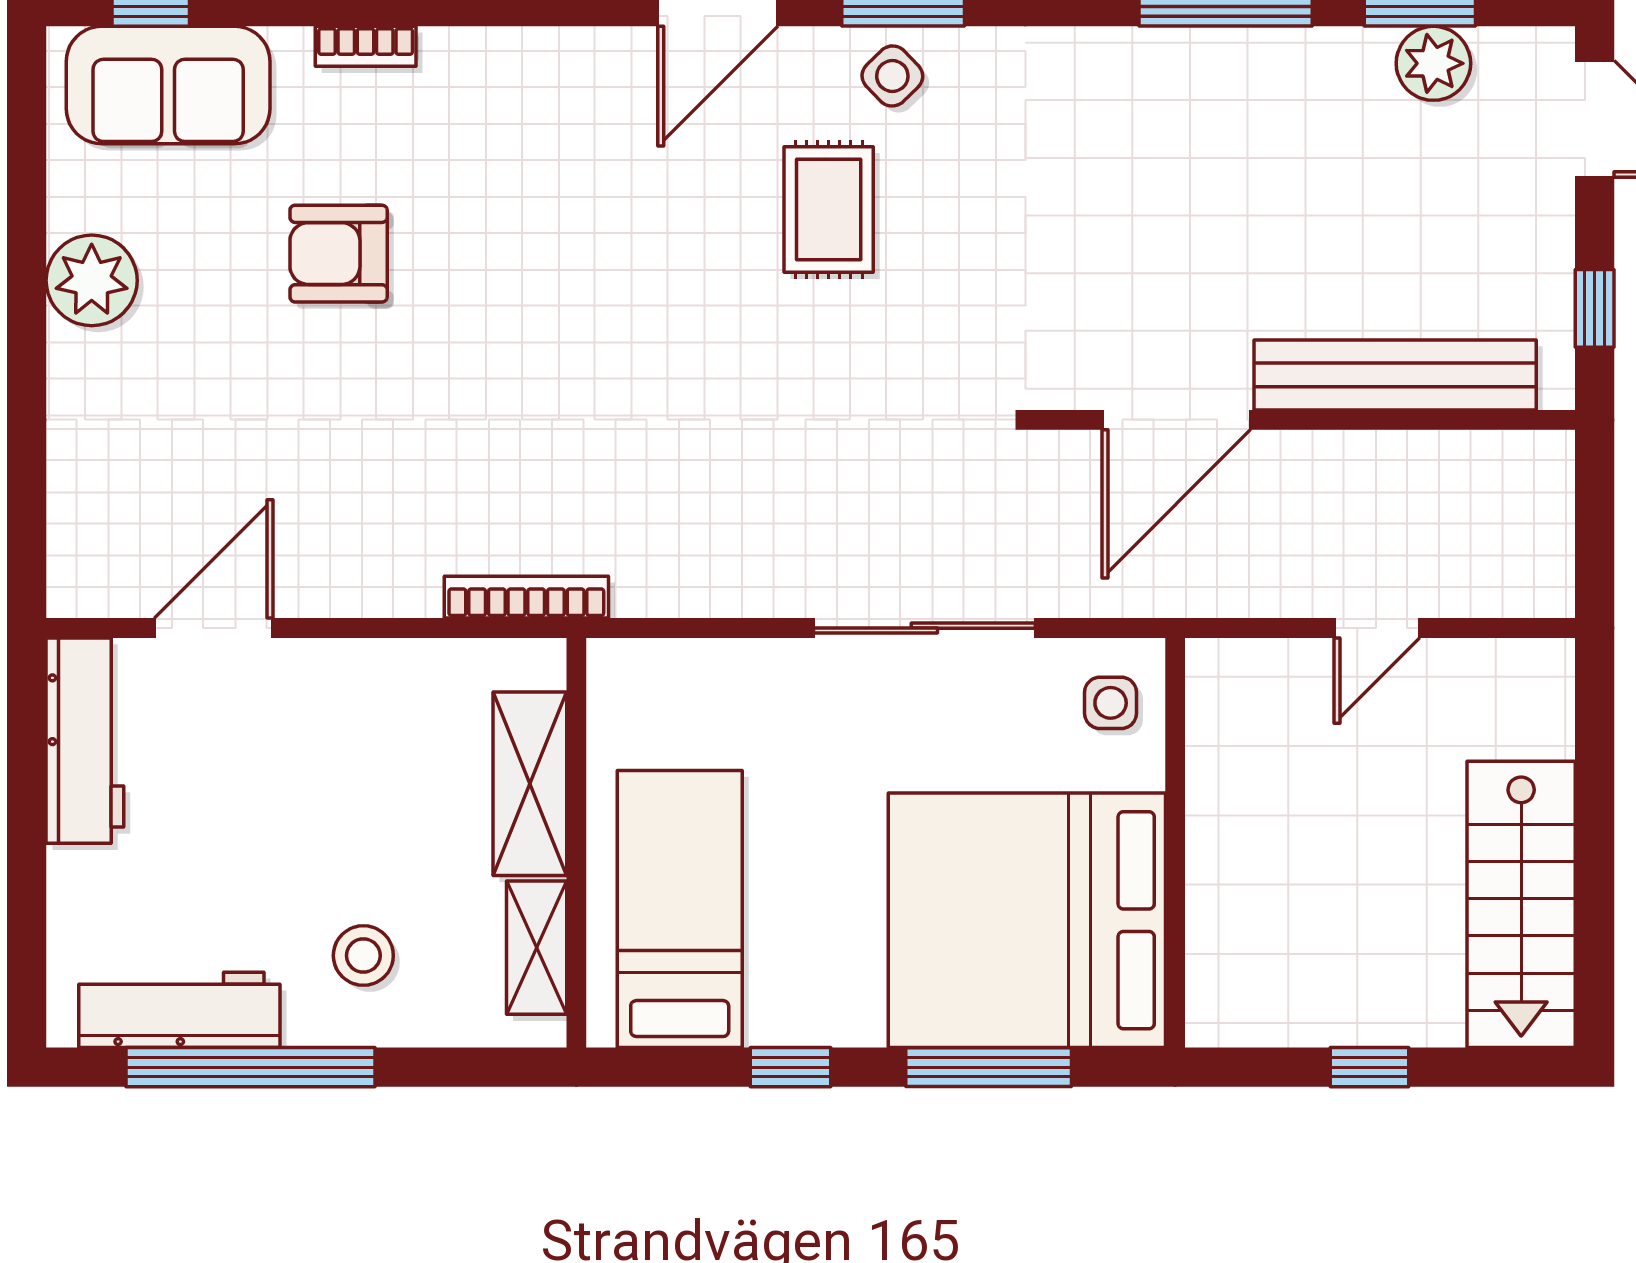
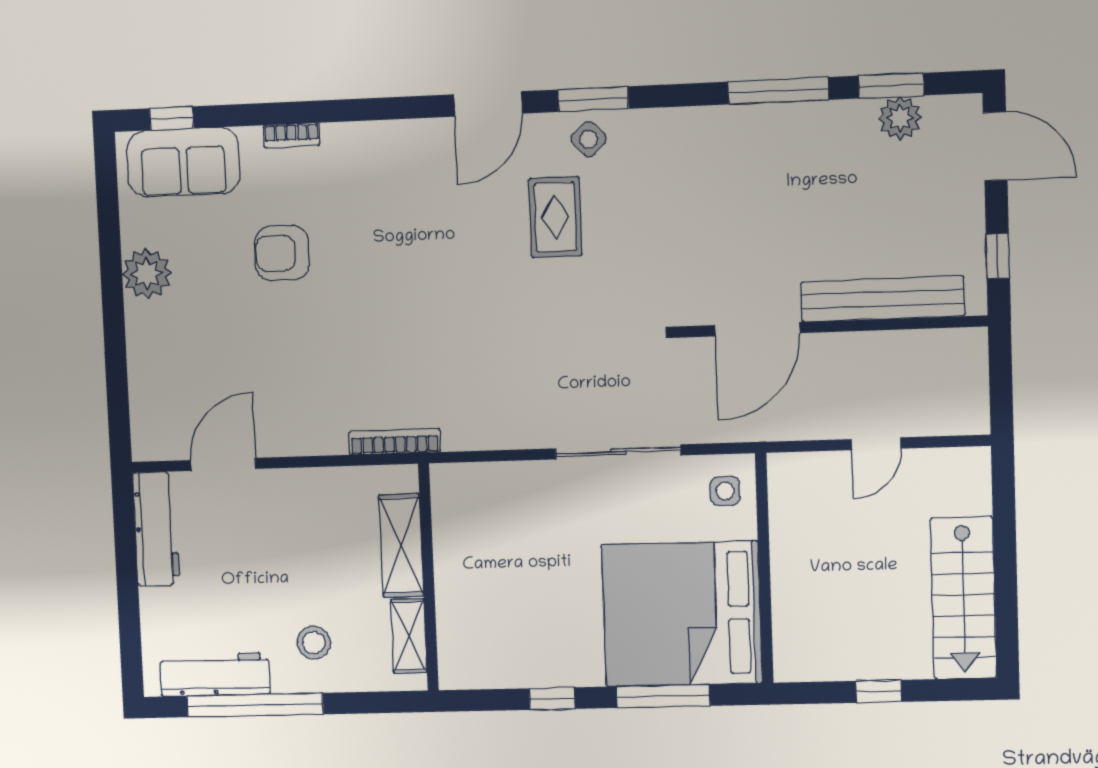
bed: (680, 909) -> (487, 613), removed

